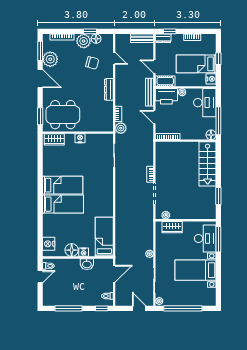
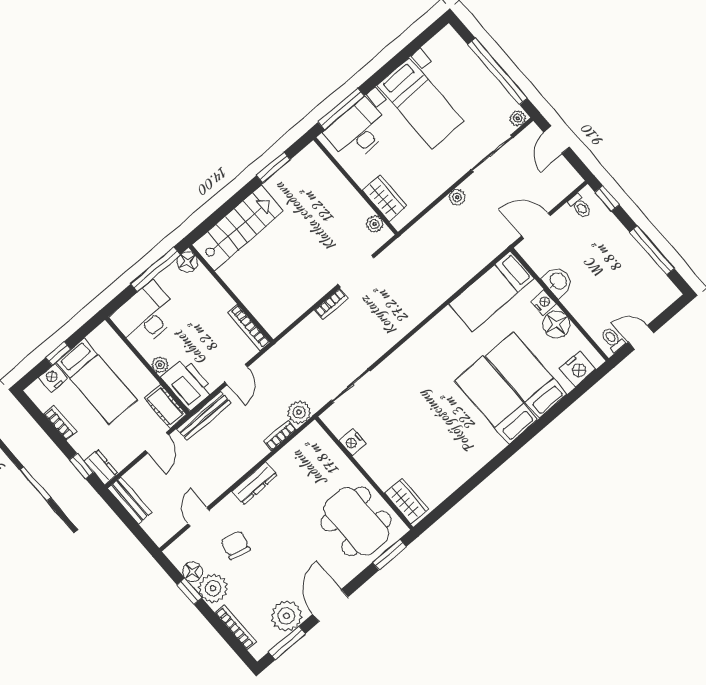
nightstand: (211, 79) -> (53, 378), moved
nightstand: (80, 138) -> (353, 442), moved
bed: (63, 185) -> (526, 375), moved

